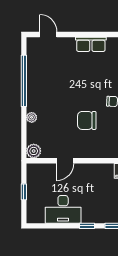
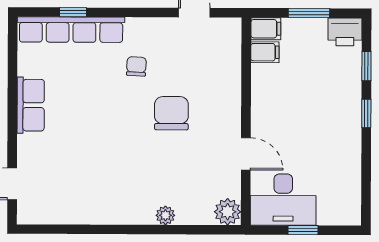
window: (24, 81) -> (98, 229), removed
chair: (87, 120) -> (171, 113), turned 180
desk: (63, 209) -> (283, 200), moved, turned 90

